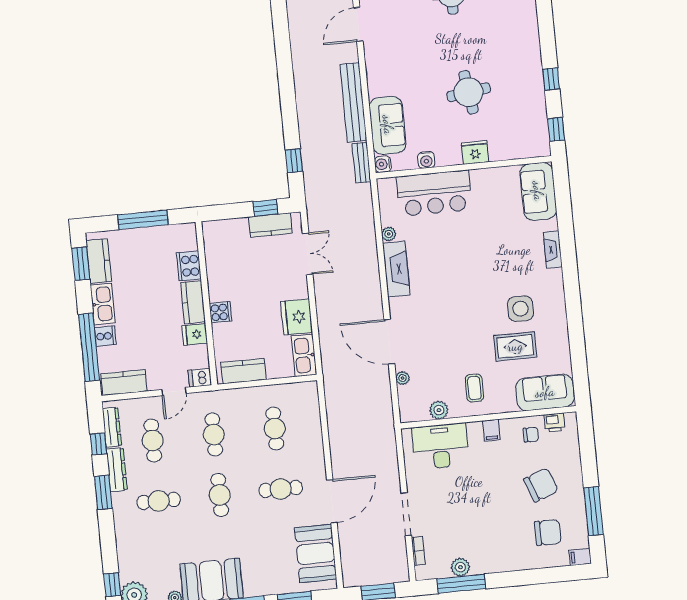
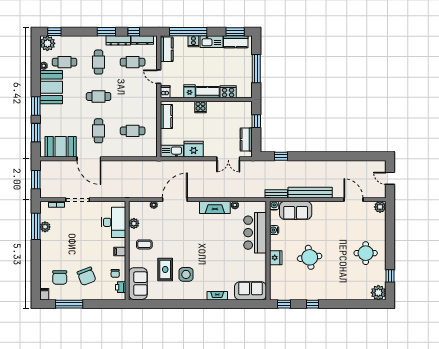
window: (265, 208) -> (256, 121), moved
cafe table: (214, 434) -> (65, 62), moved

